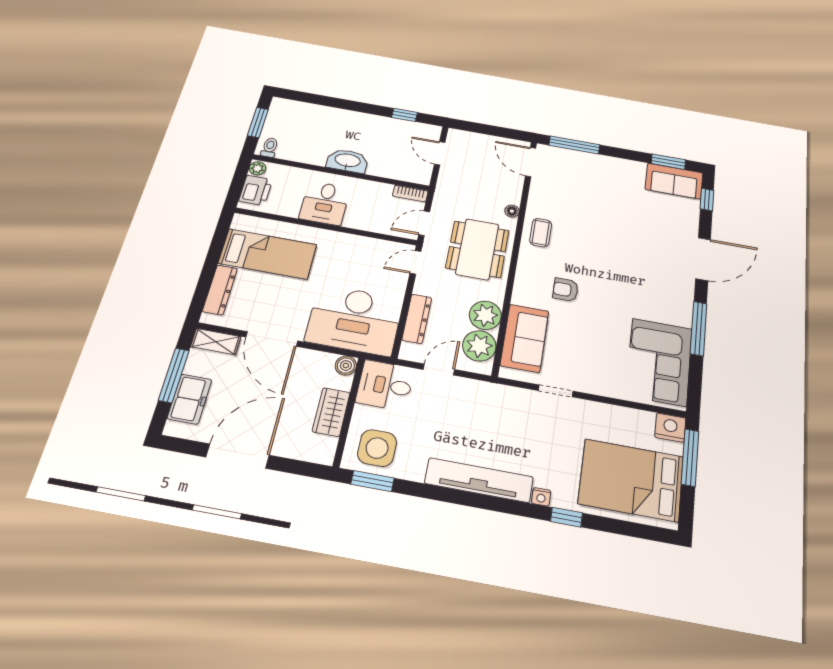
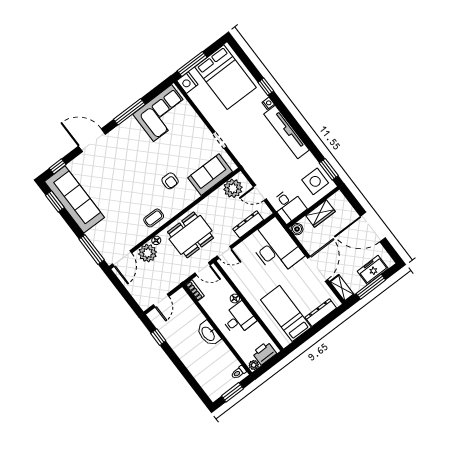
sofa: (674, 181) -> (74, 199), width x1.85, depth x1.27
floor lamp: (351, 222) -> (235, 298), added
plant: (485, 315) -> (148, 253), moved

